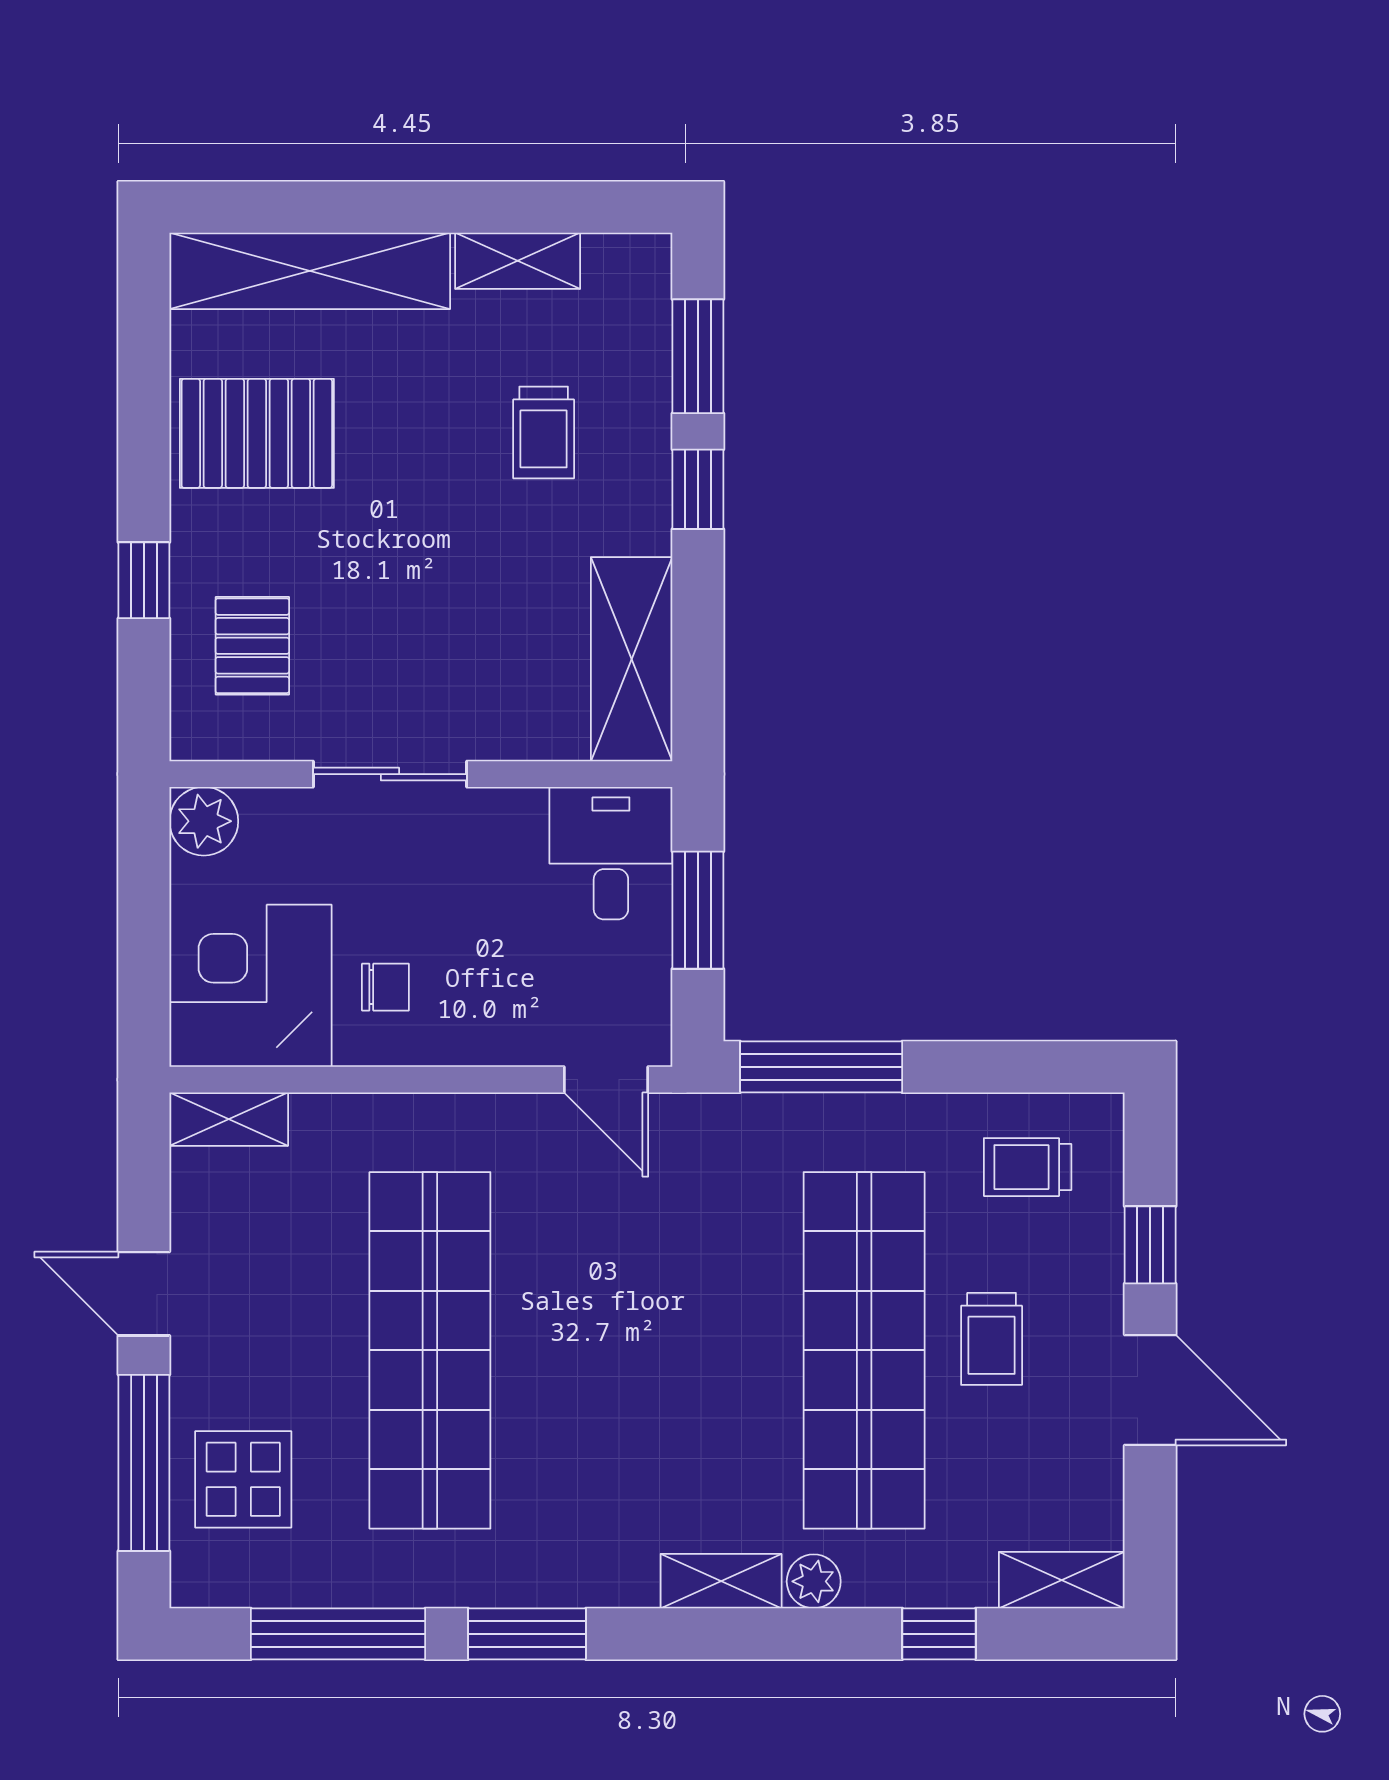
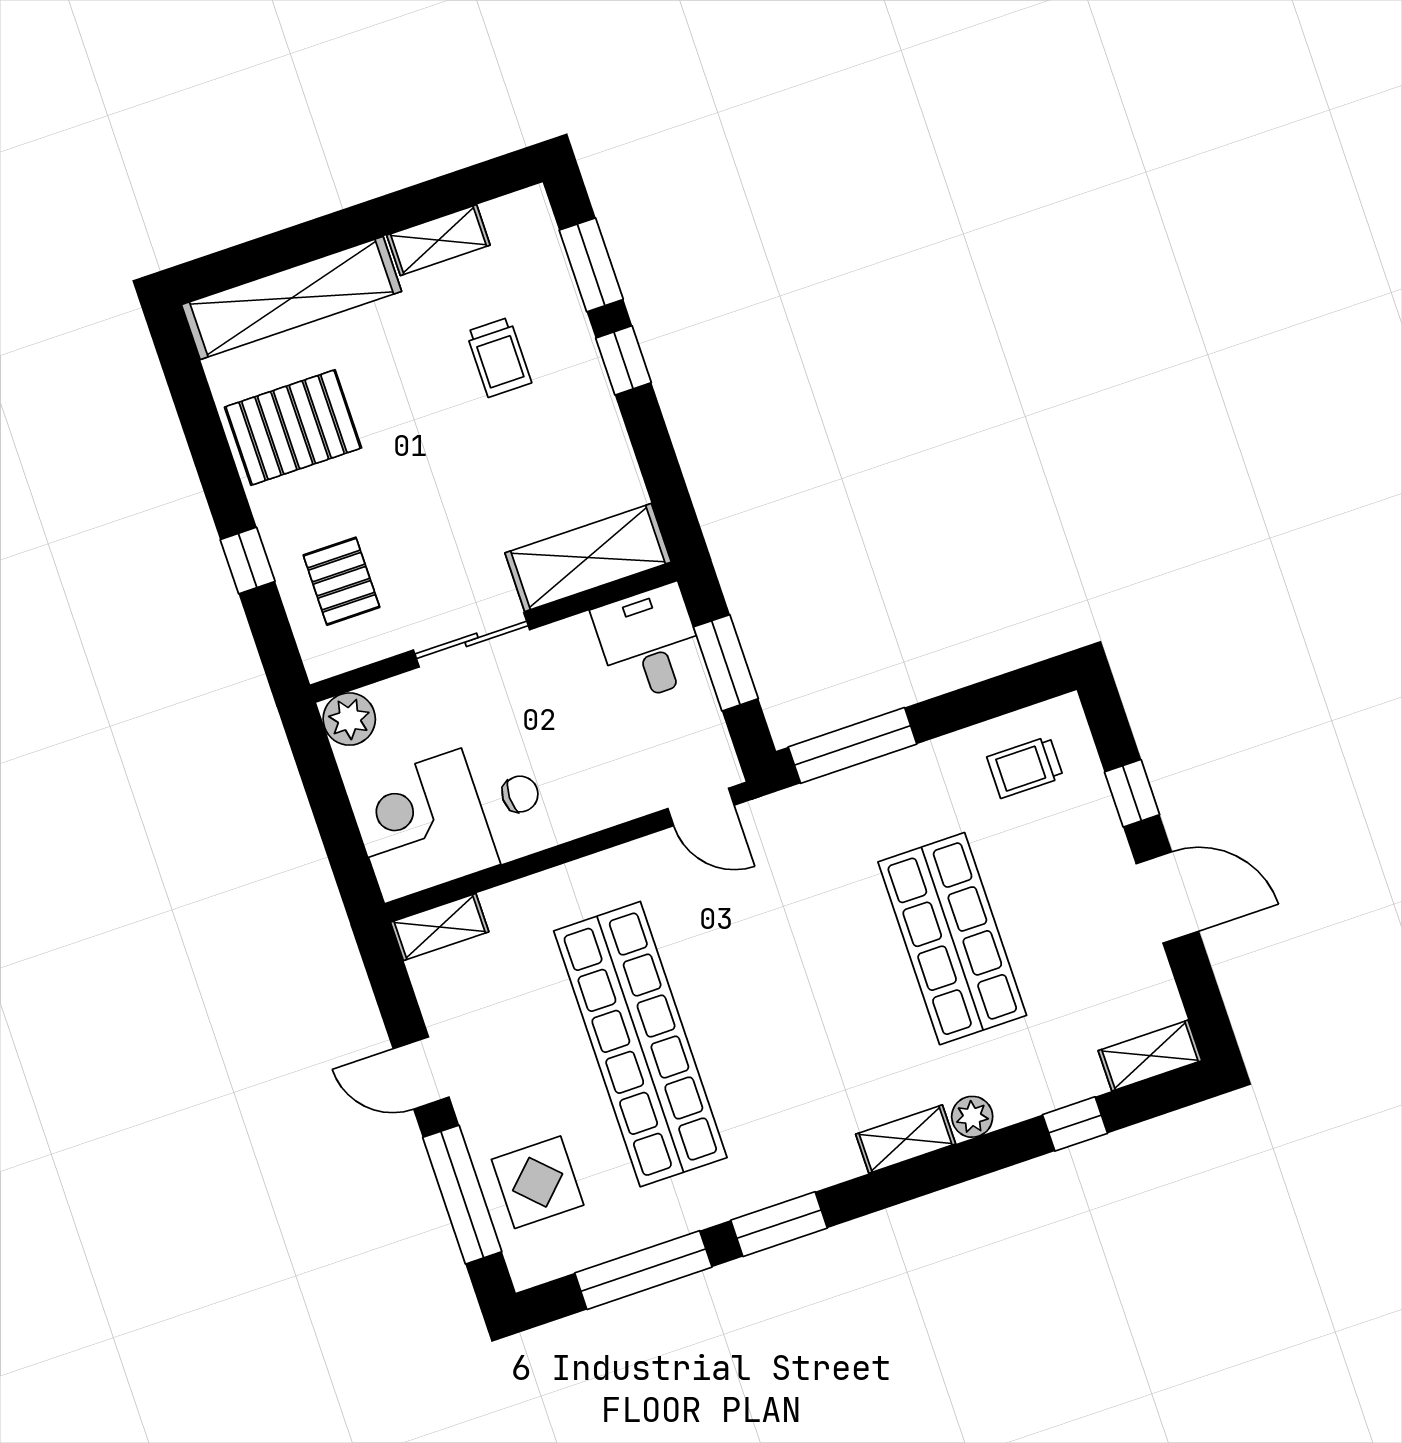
shelving: (632, 659) -> (588, 557), moved, turned 90
trolley: (992, 1339) -> (1041, 899), removed
shop shelf: (864, 1350) -> (952, 939), width x0.71

